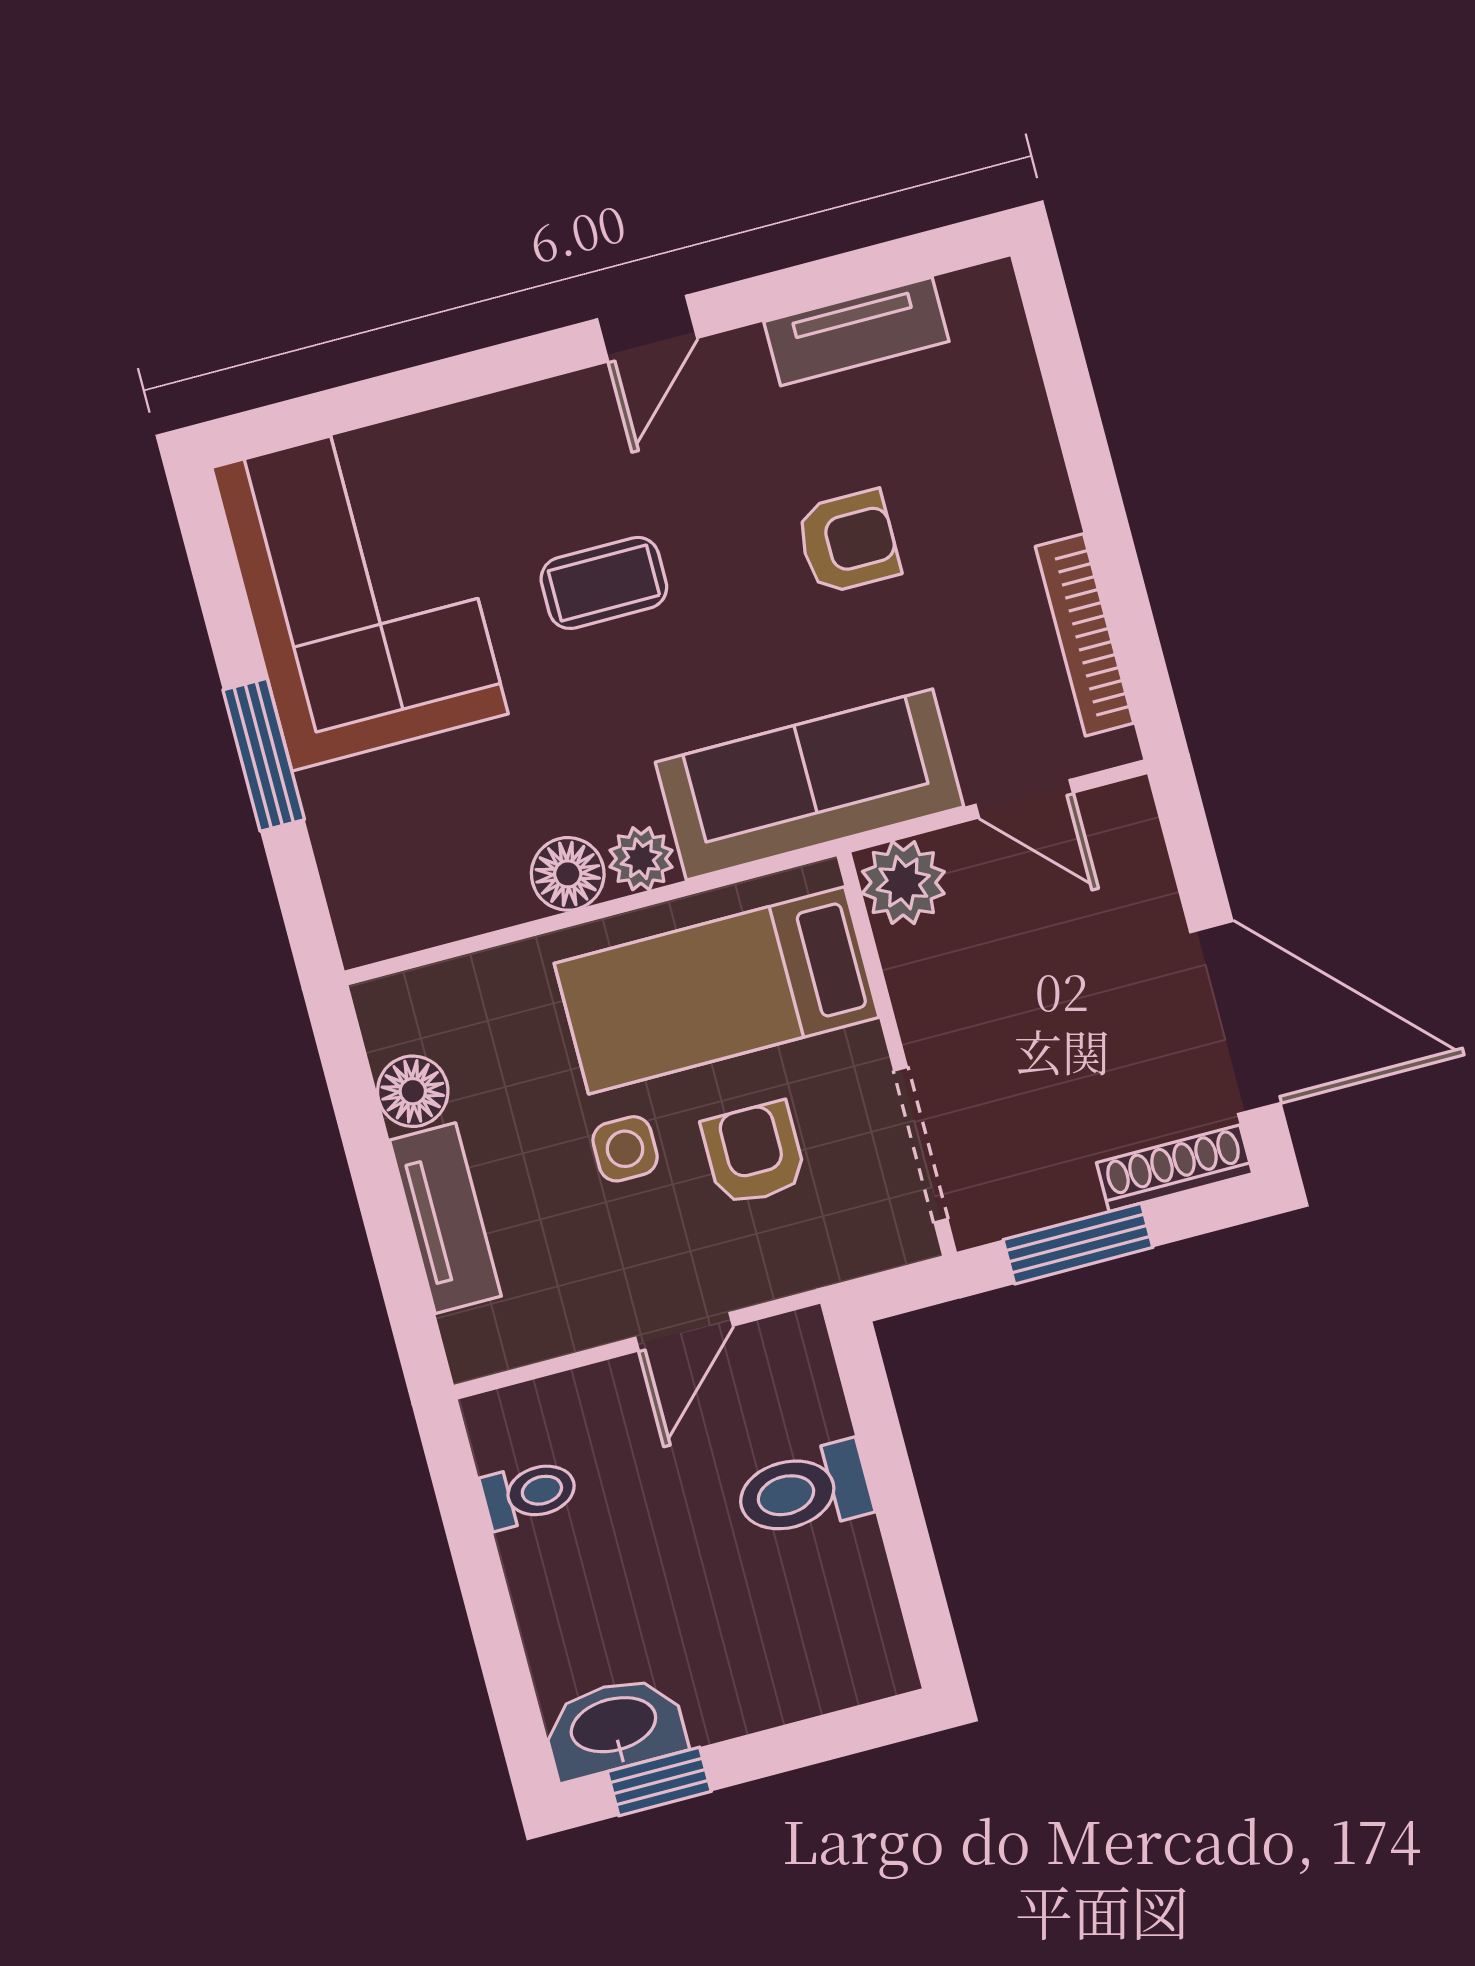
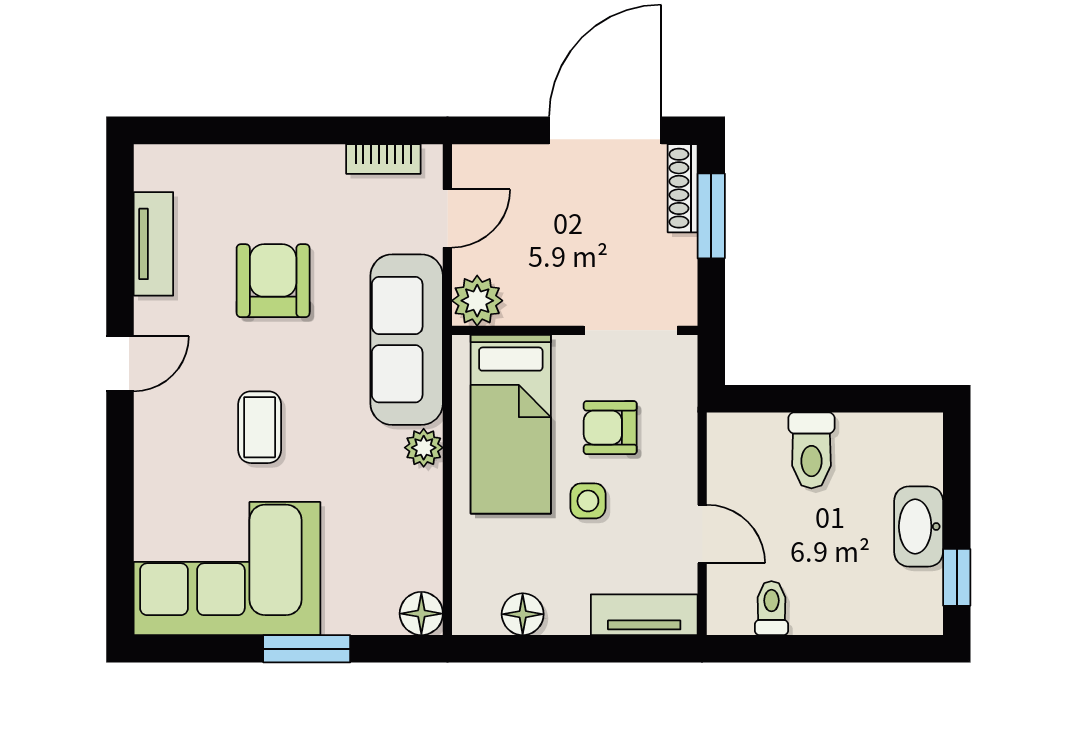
door: (647, 329) -> (120, 364), hinge flipped
armchair: (848, 542) -> (273, 281), width x1.38, depth x1.38
bookcase: (1084, 635) -> (383, 159), width x0.64
floor lamp: (568, 874) -> (421, 614), moved
tv unit: (445, 1218) -> (644, 615), moved
window: (1078, 1244) -> (711, 216), moved
door: (684, 1332) -> (702, 534), moved
washbasin: (614, 1727) -> (919, 527), moved

